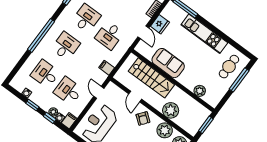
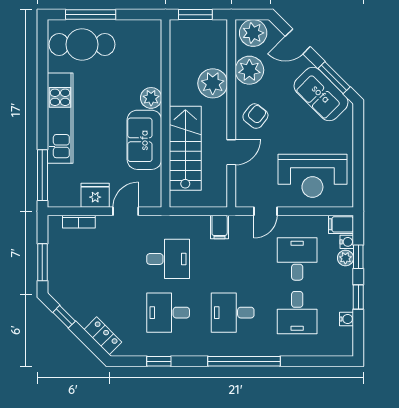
cafe table: (229, 67) -> (82, 44), width x1.37, depth x1.35
desk: (68, 91) -> (297, 259), turned 180
plant: (200, 91) -> (151, 98), moved

